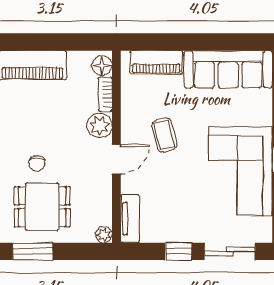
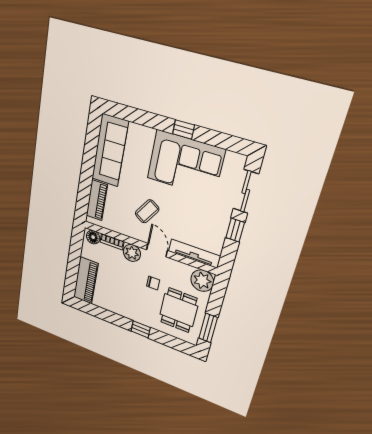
coffee table: (164, 135) -> (147, 211), turned -43
chair: (37, 163) -> (153, 283), moved
tv unit: (130, 219) -> (194, 254), width x1.41
plant: (104, 235) -> (202, 281), width x1.87, depth x1.87

